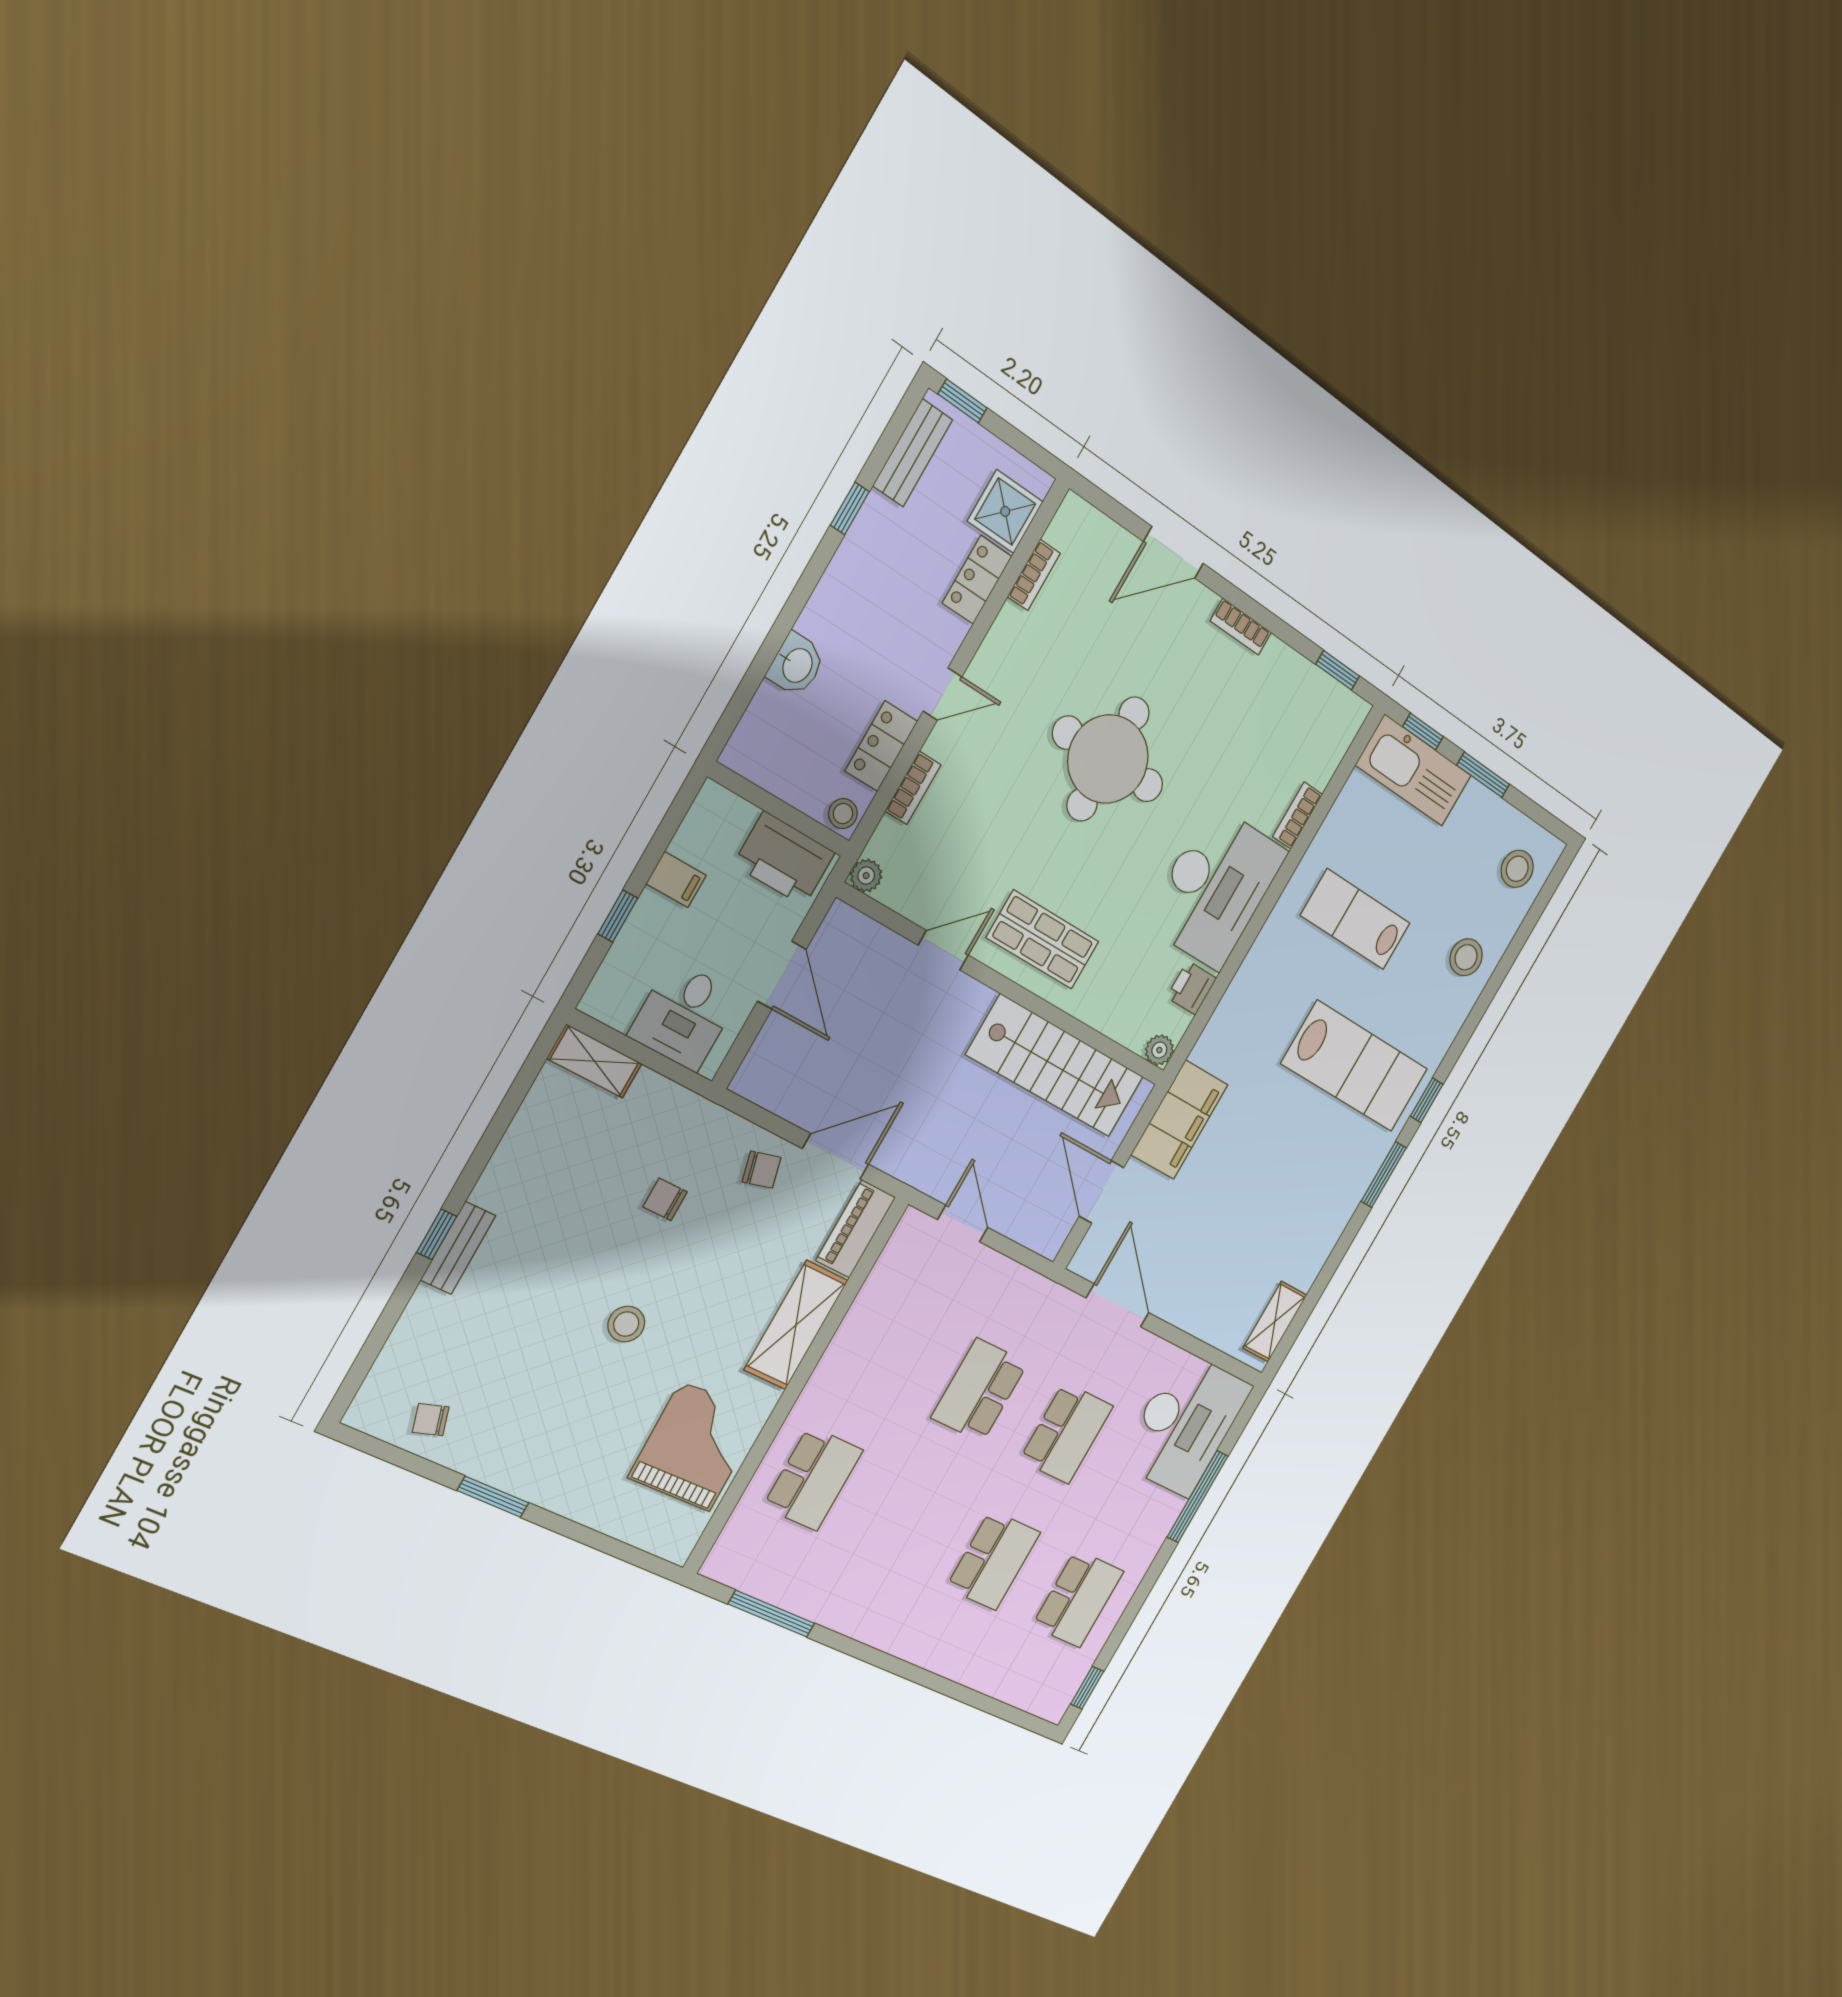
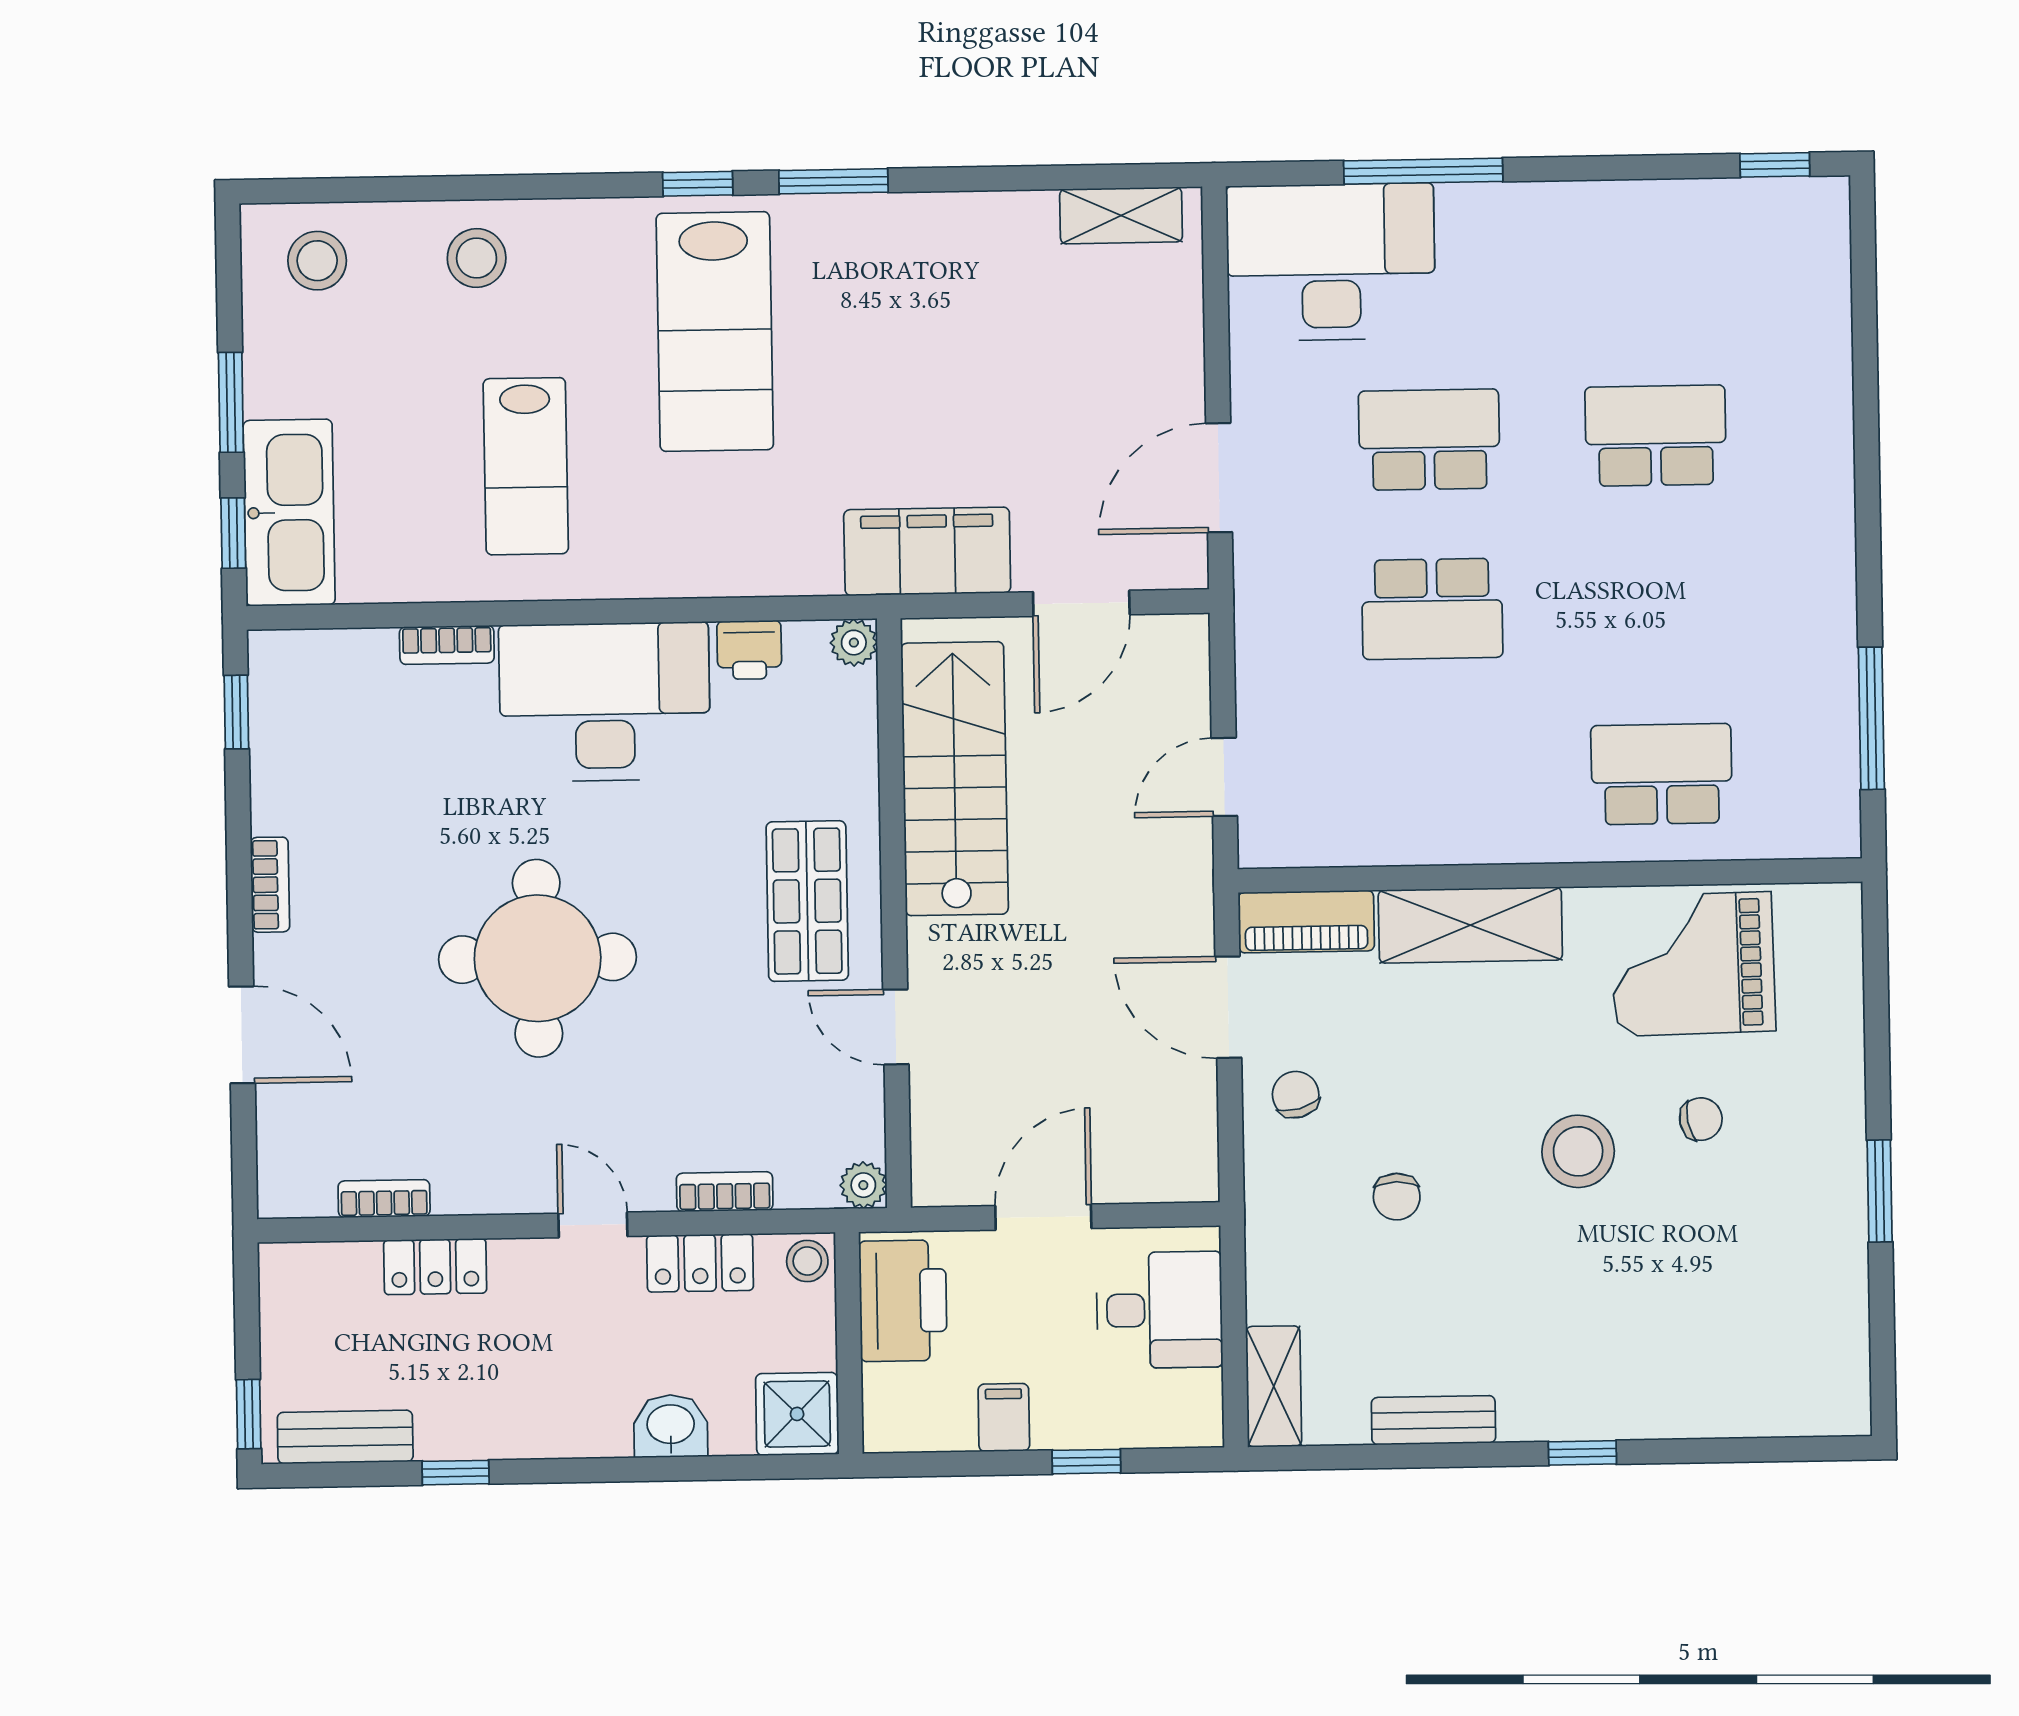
shower: (1005, 511) -> (797, 1414), moved
lab bench: (1355, 1066) -> (715, 332), turned 180
bench: (458, 1248) -> (1433, 1420), moved
stool: (626, 1324) -> (1578, 1151), width x1.38, depth x1.38
chair: (431, 1420) -> (1701, 1119), moved, turned -84
school desk: (1078, 1599) -> (1653, 266), removed

